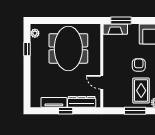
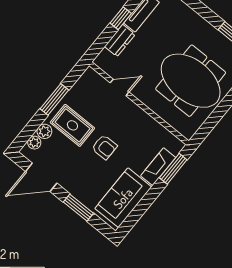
fireplace: (115, 29) -> (158, 167), moved
dresser: (82, 102) -> (120, 40), width x0.70

